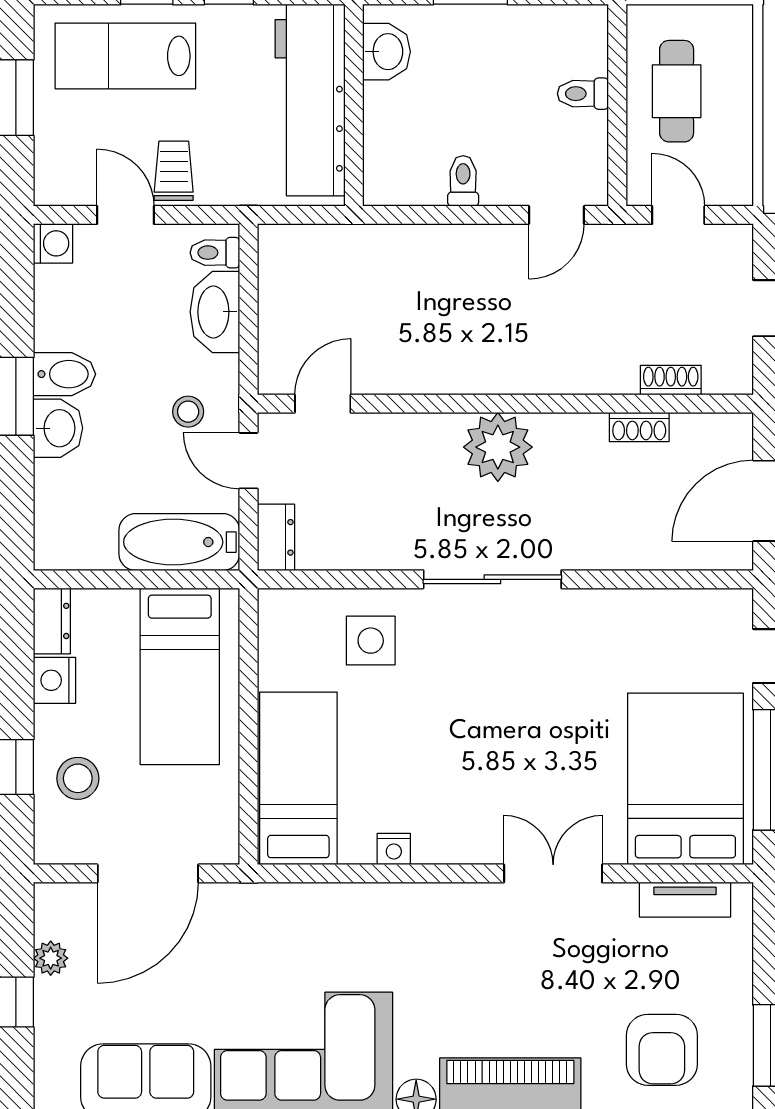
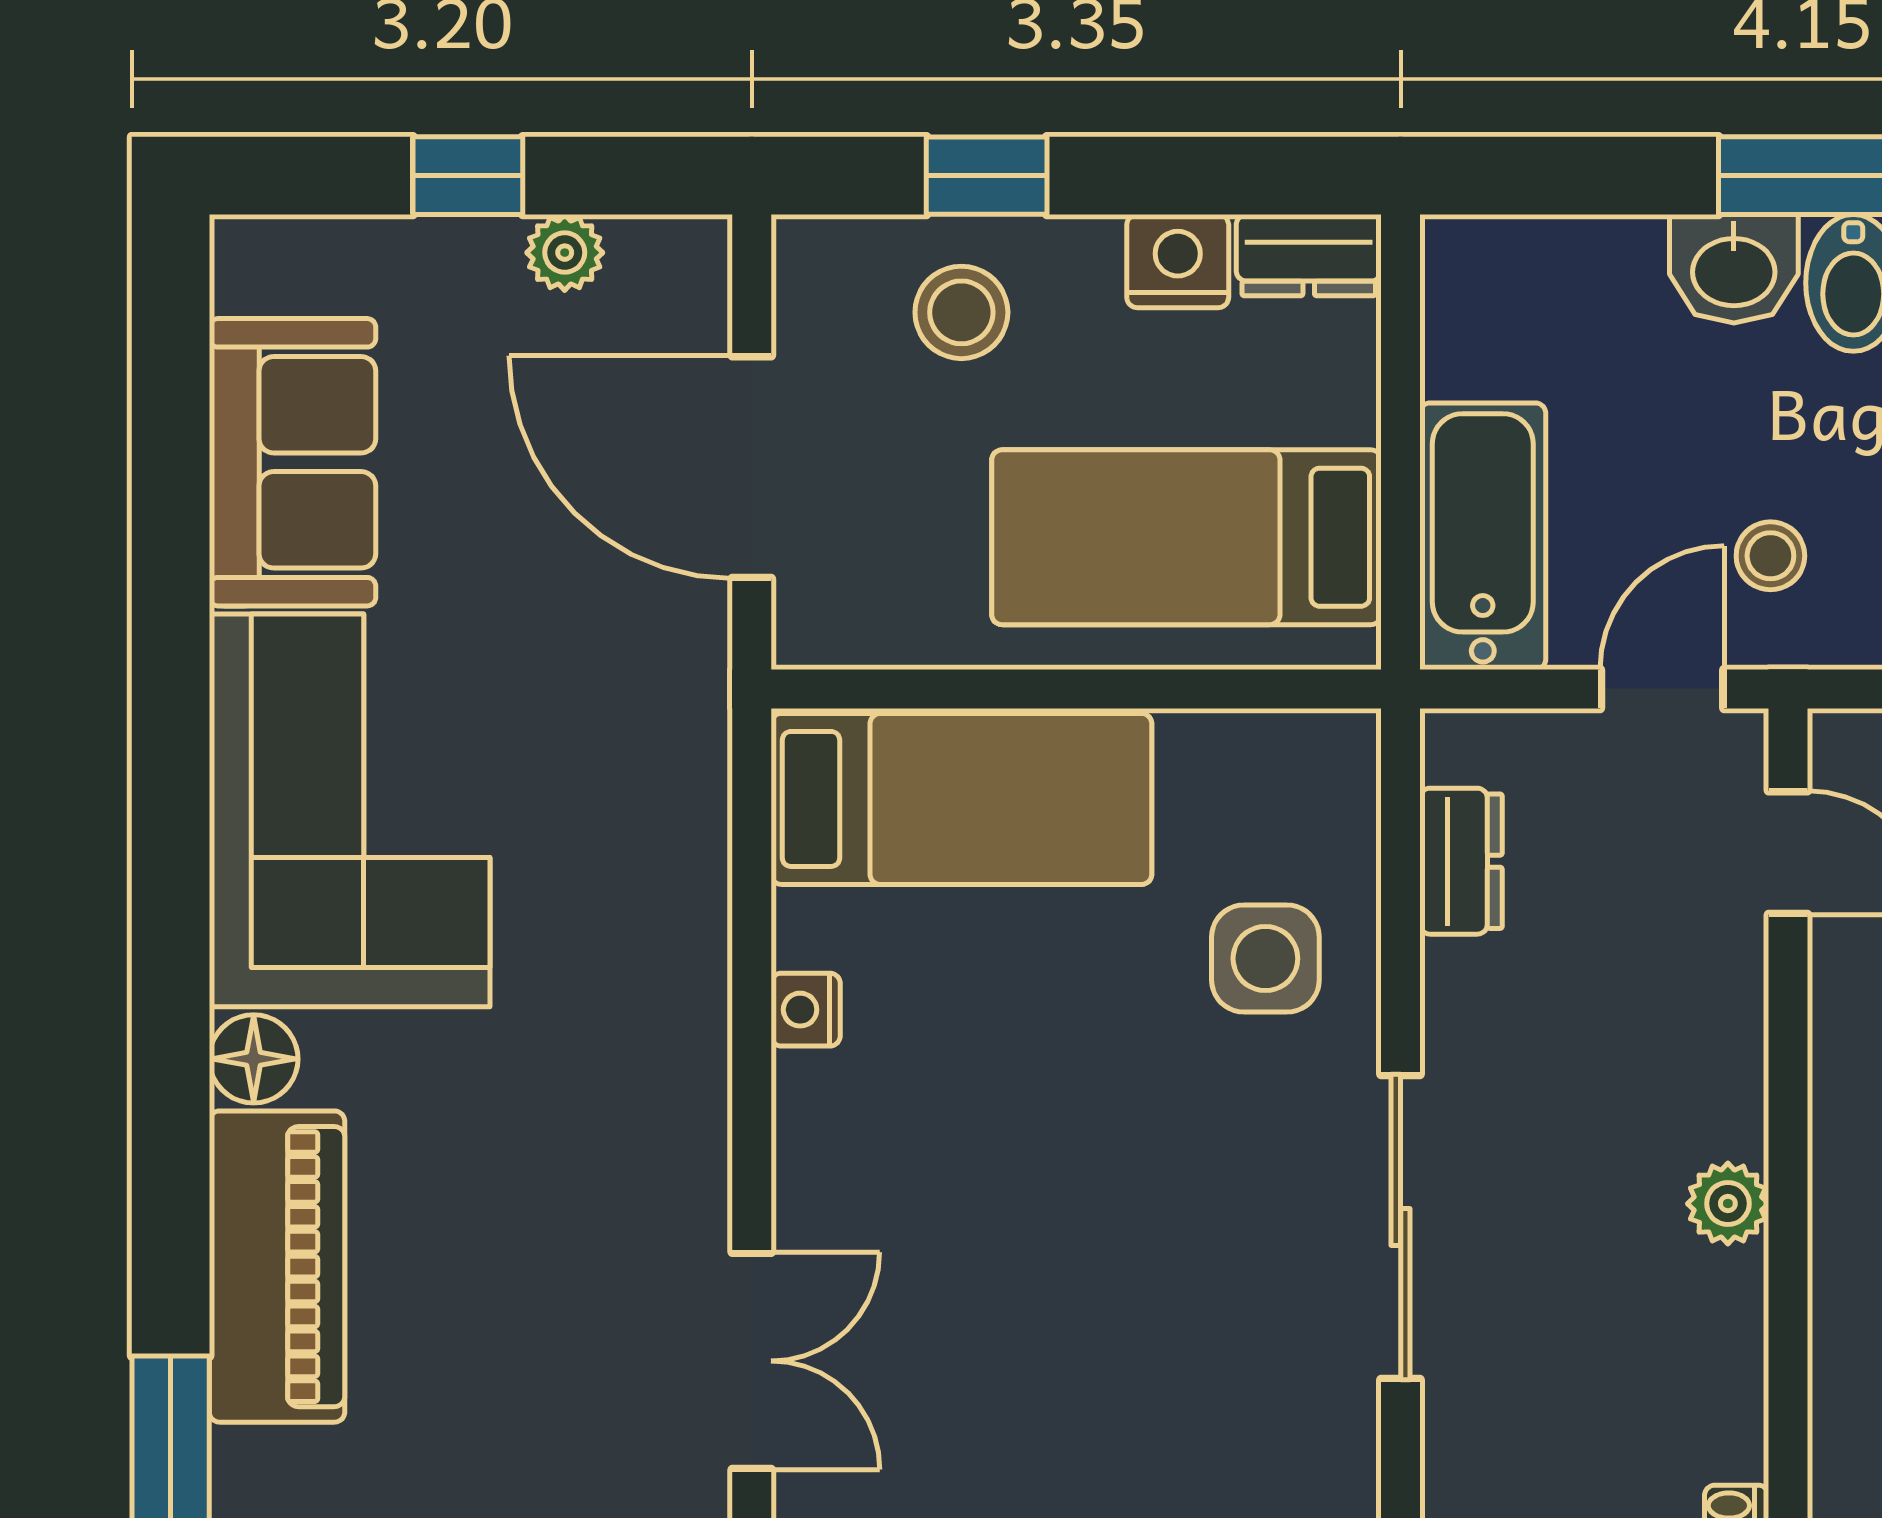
plant: (498, 447) -> (1728, 1204), width x0.53, depth x0.53
dresser: (276, 537) -> (1461, 861), moved, turned -90

